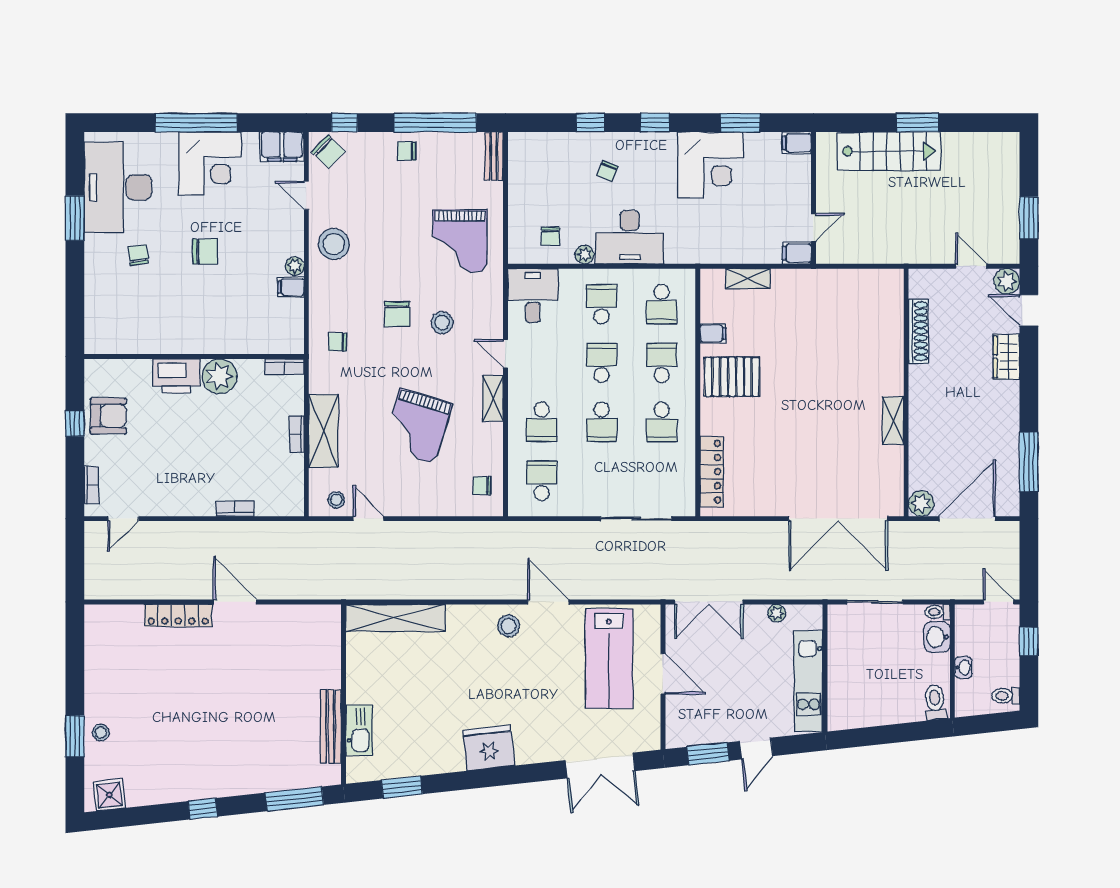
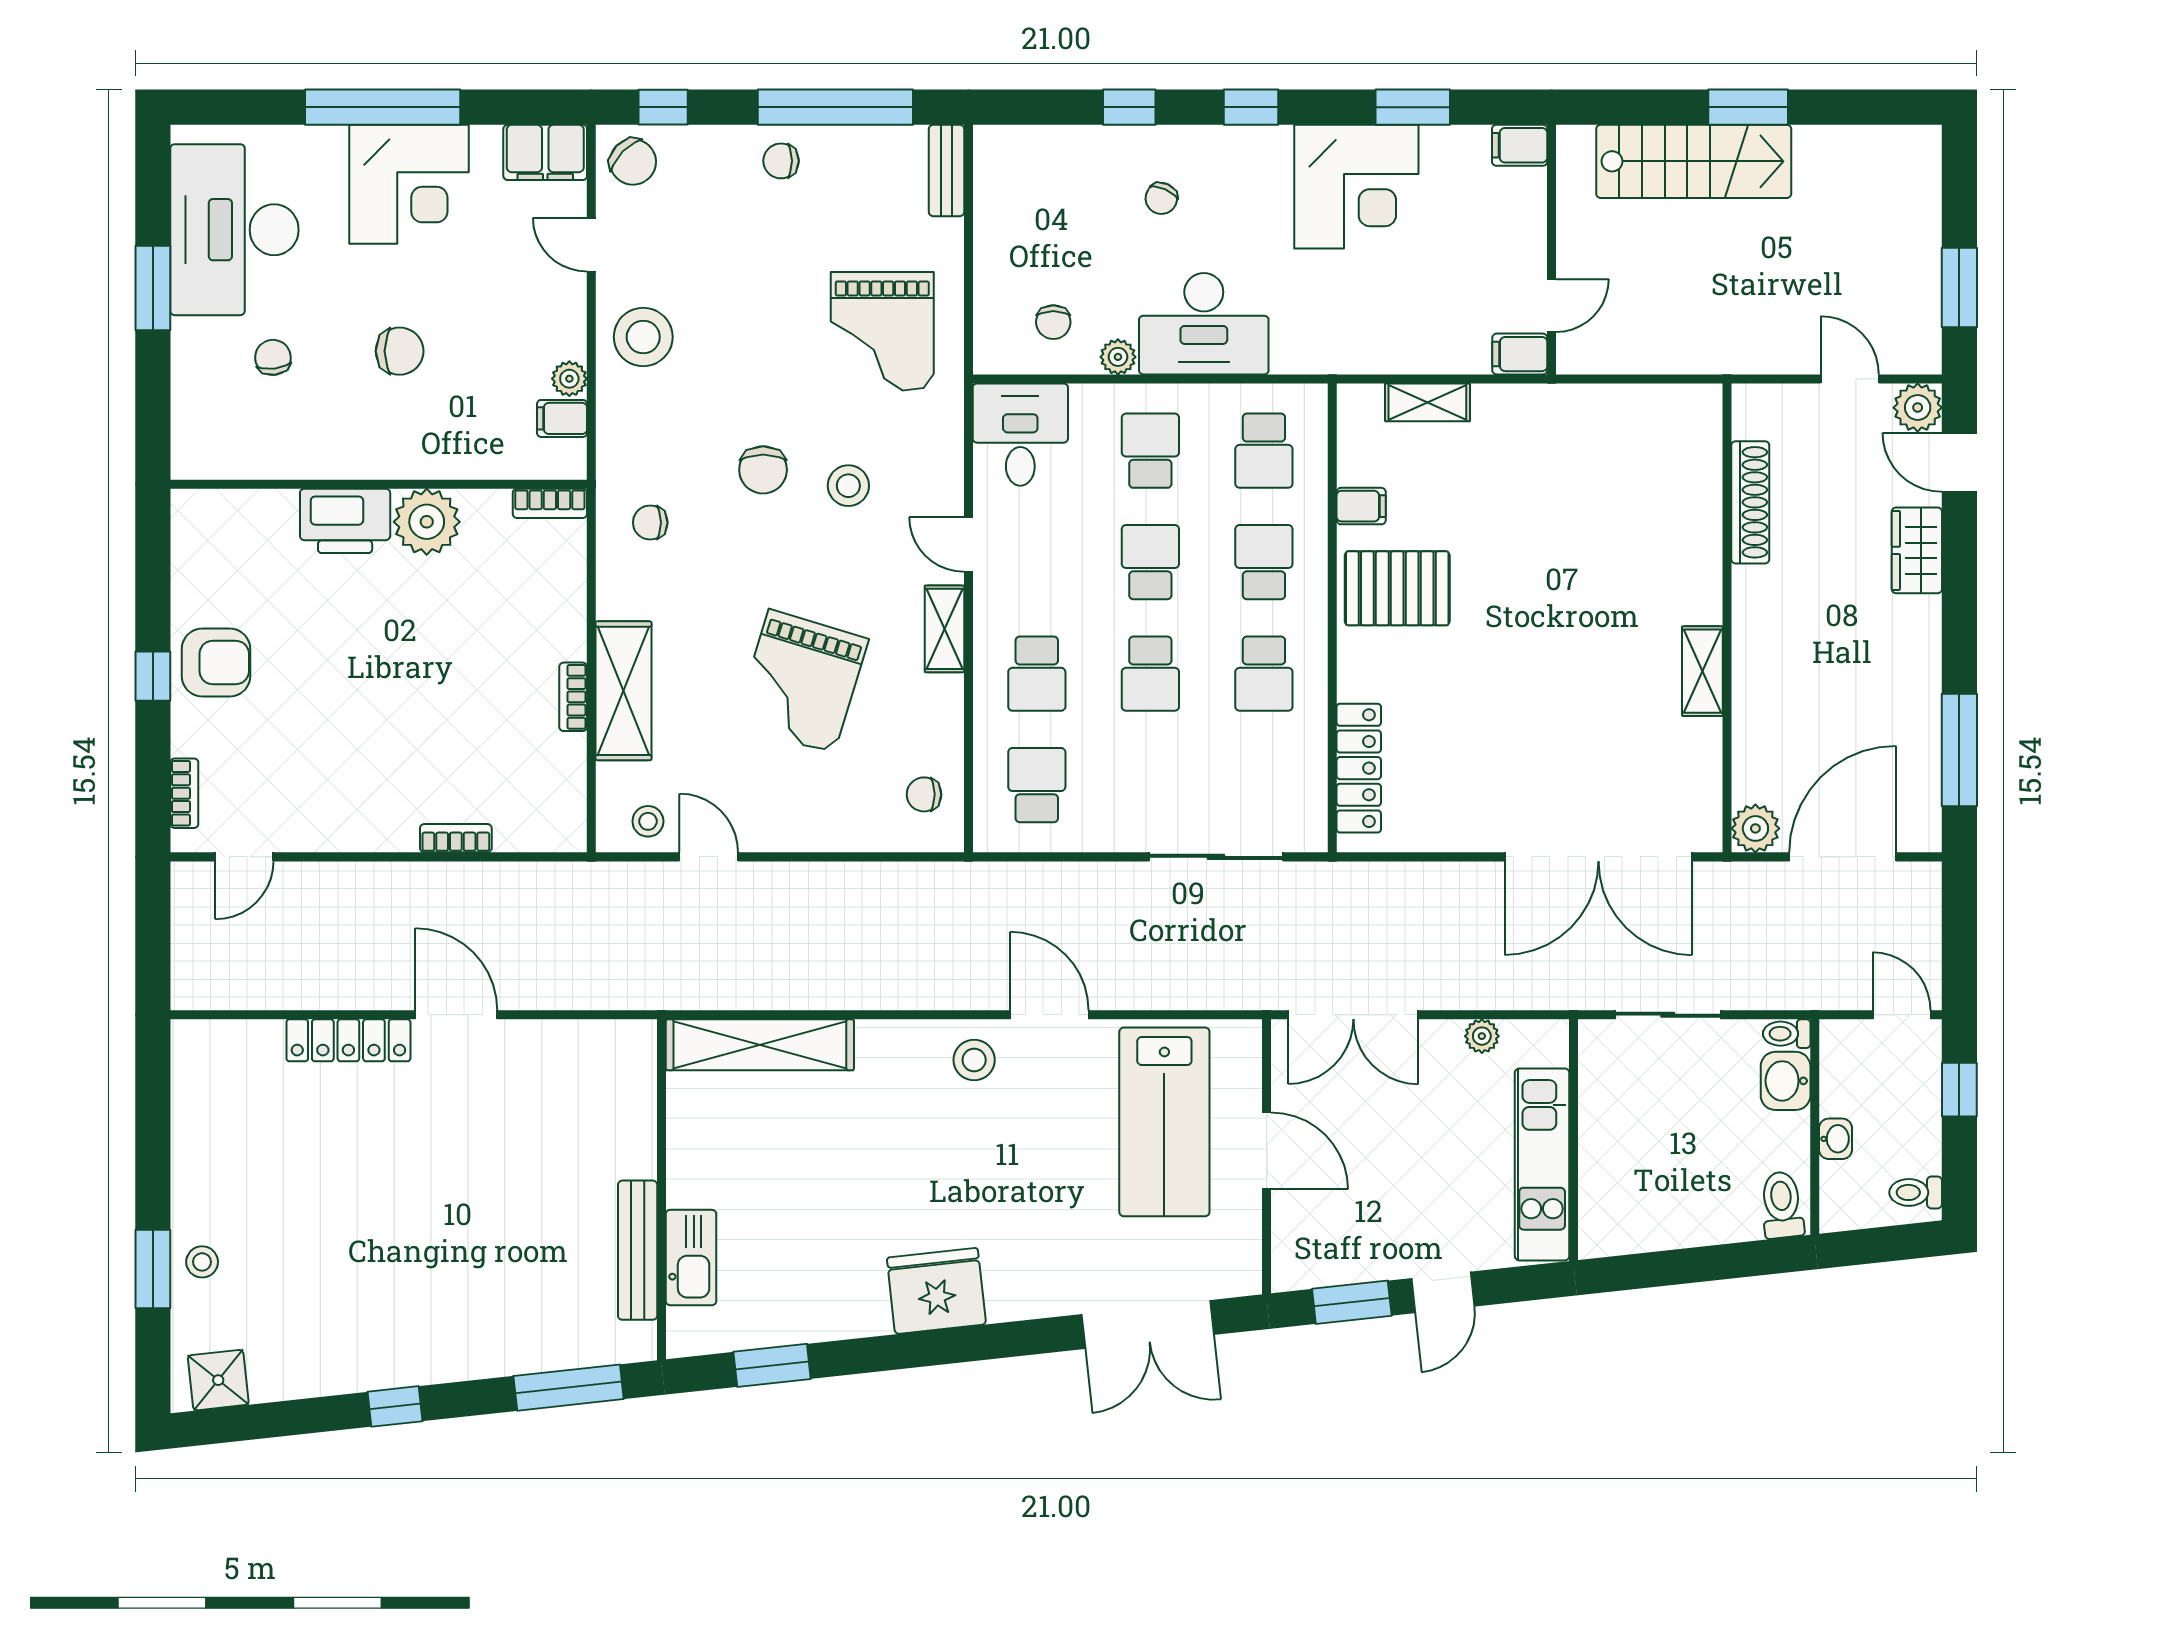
wall: (194, 357) -> (379, 484), moved
bookcase: (285, 367) -> (550, 503), moved
printer: (176, 376) -> (345, 521), moved
plant: (220, 376) -> (427, 522), moved

